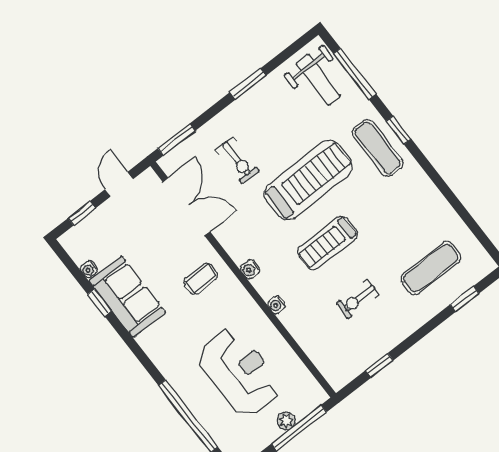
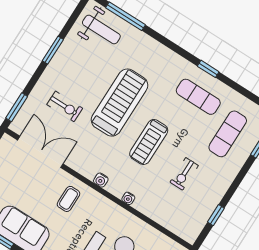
window: (398, 130) -> (208, 69), moved
exercise mat: (378, 148) -> (198, 97), moved

